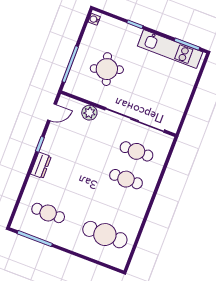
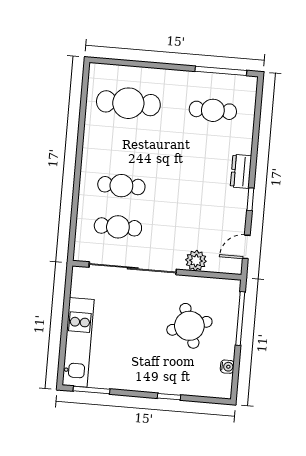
water cooler: (94, 19) -> (227, 367), moved
kitchen unit: (170, 49) -> (78, 342), moved, turned 90

